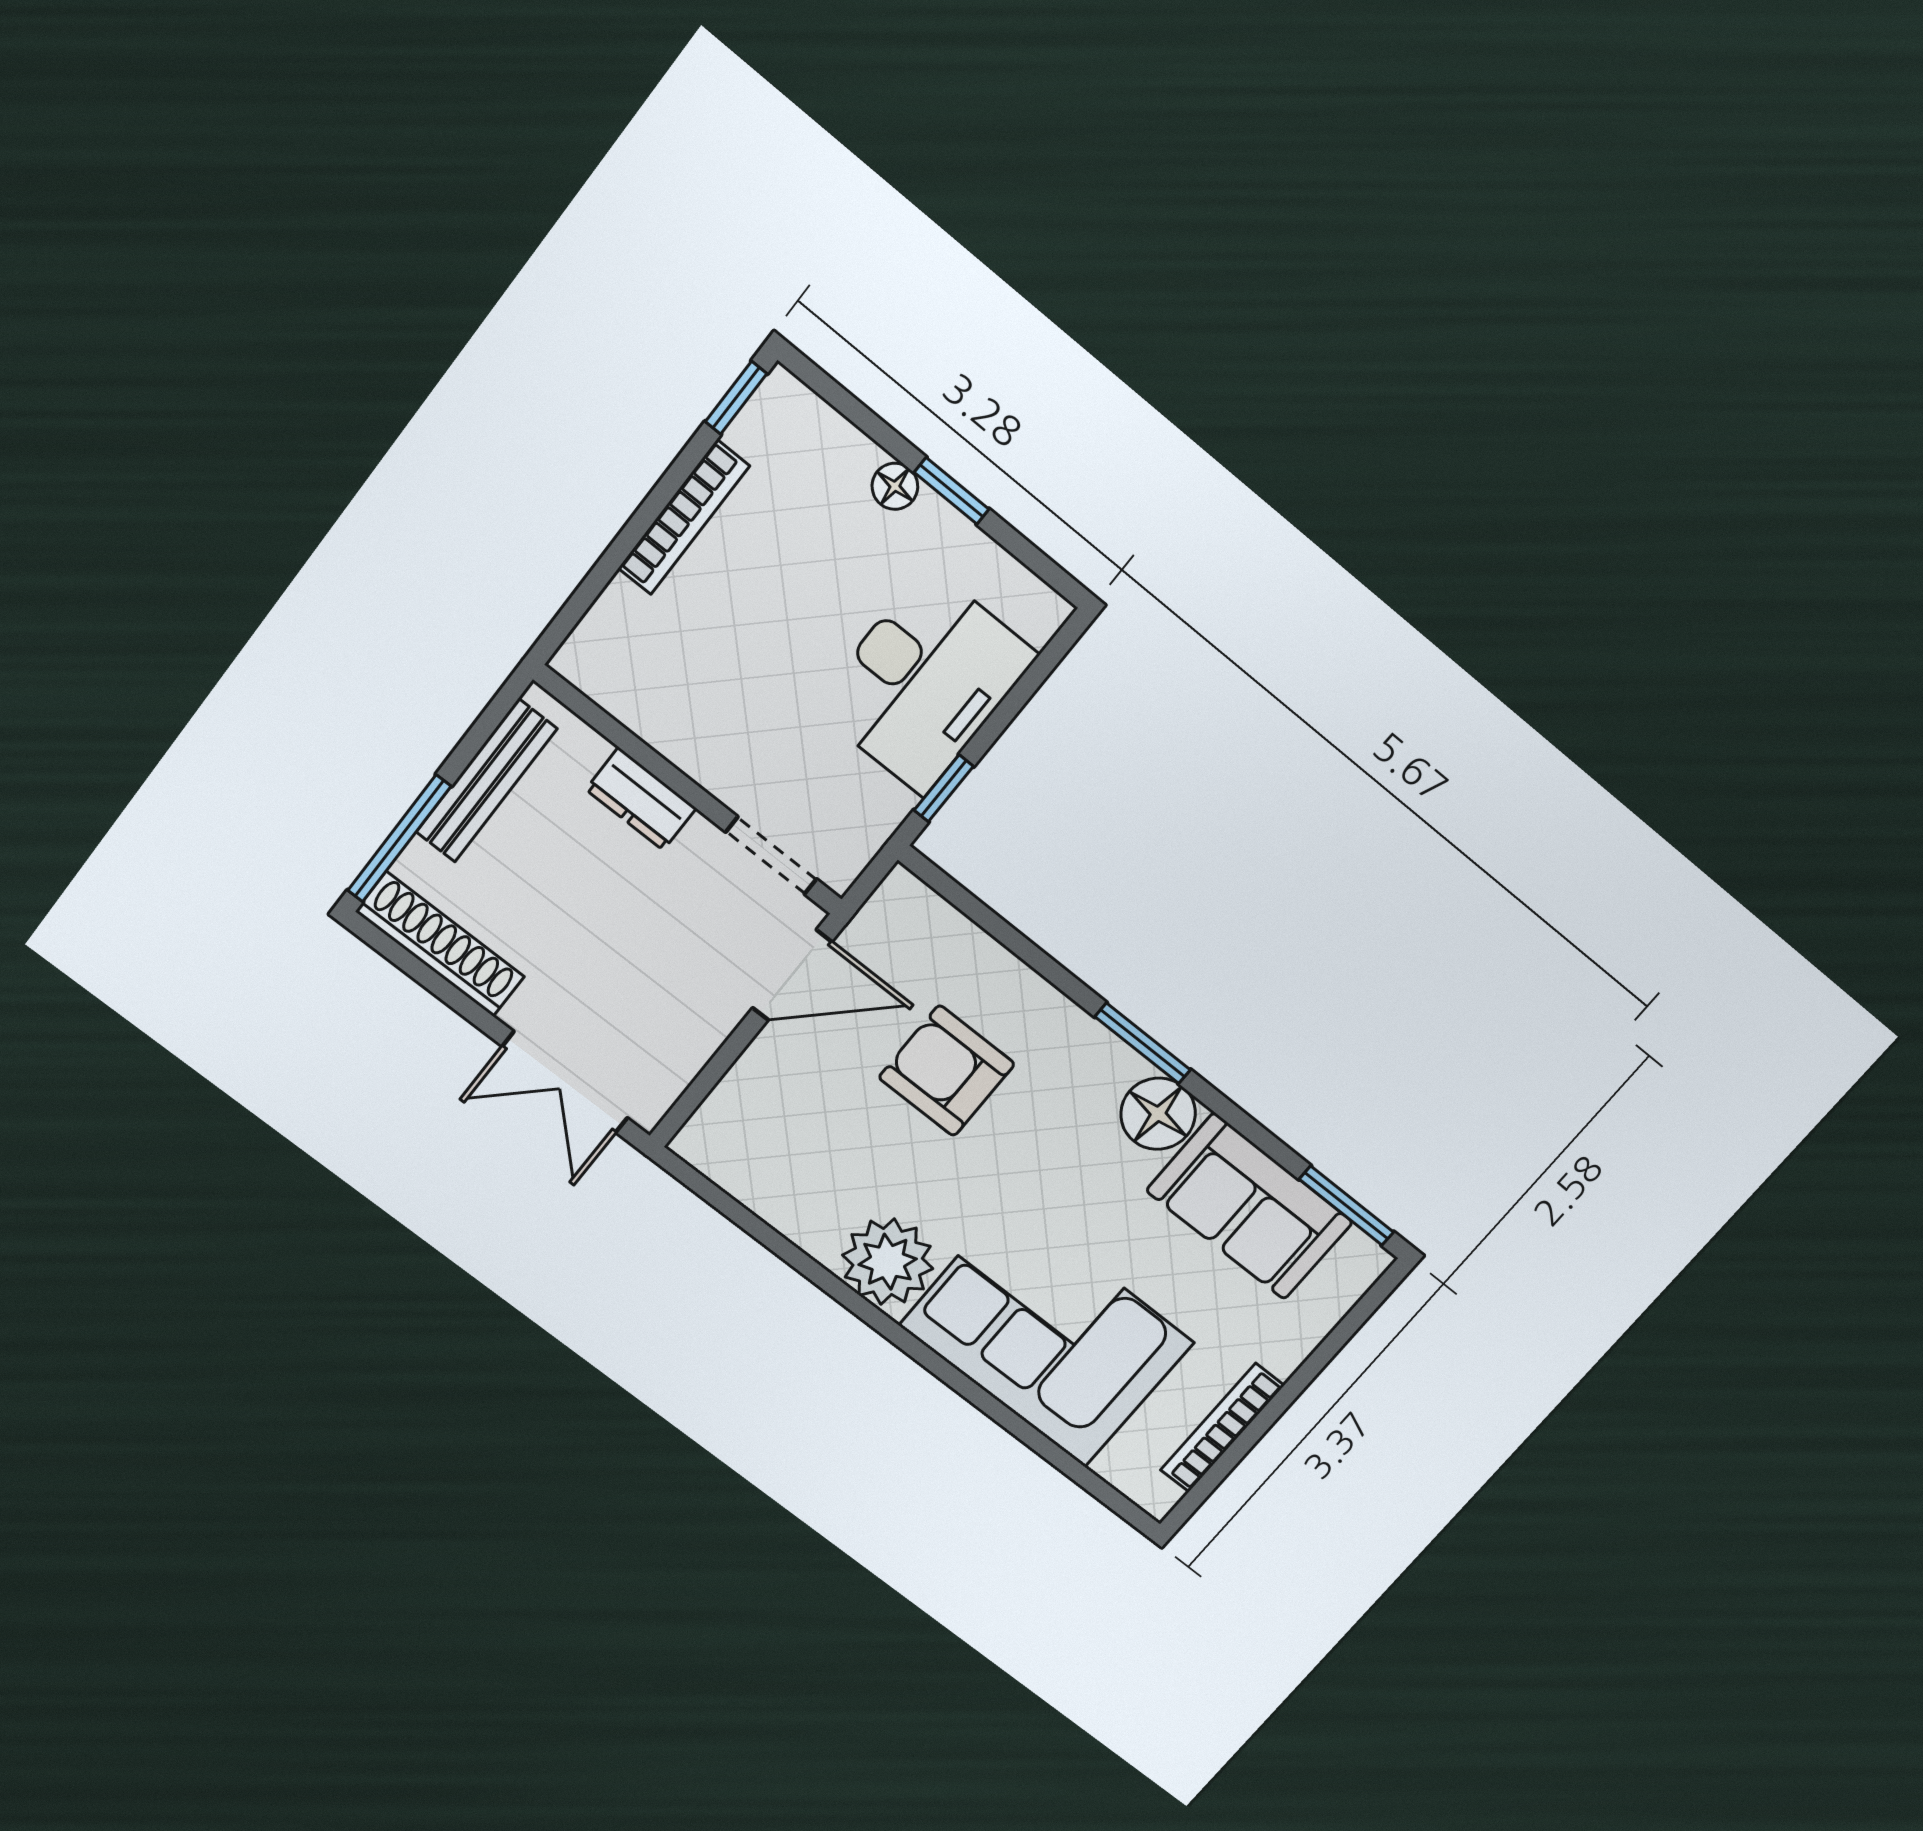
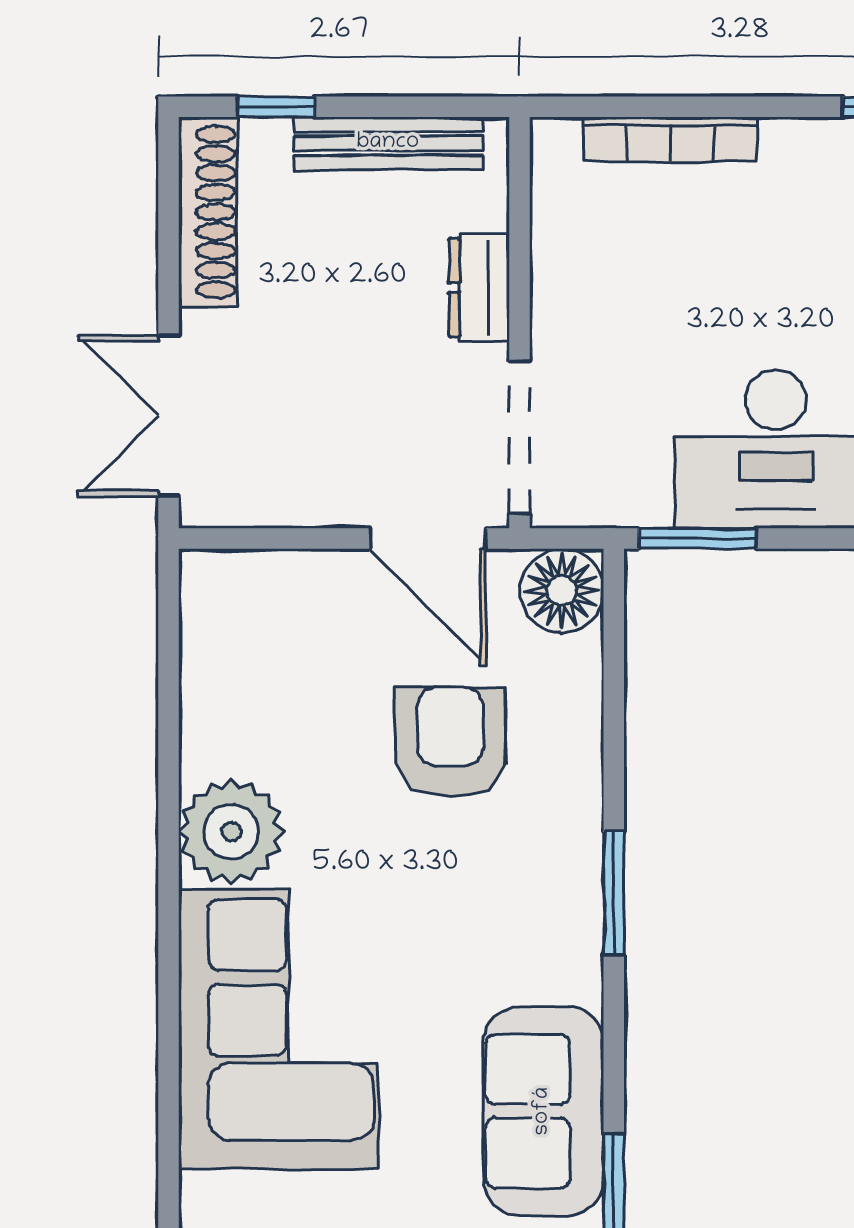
bookcase: (684, 517) -> (670, 139), moved
window: (944, 788) -> (697, 539), width x1.50
window: (399, 839) -> (276, 107), width x0.46
doorway: (771, 855) -> (519, 437), width x1.38
floor lamp: (1158, 1114) -> (562, 591), moved

